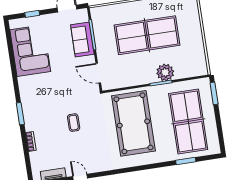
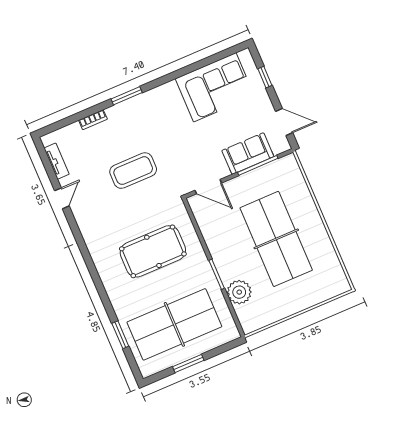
plant: (165, 72) -> (239, 292), moved
door: (98, 73) -> (208, 187), swing flipped
window: (214, 93) -> (188, 363), moved
coffee table: (74, 123) -> (133, 171), width x1.86, depth x1.72
pool table: (133, 123) -> (153, 251), width x0.73, depth x0.76

